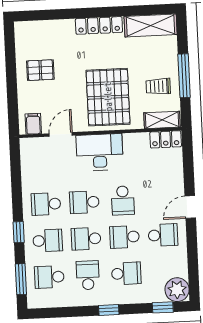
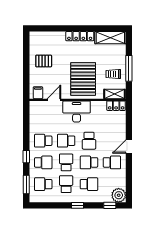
school desk: (86, 239) -> (66, 162), turned 90

